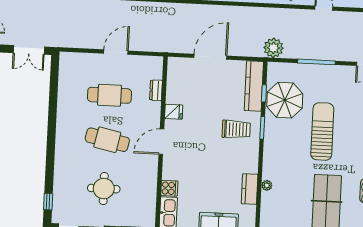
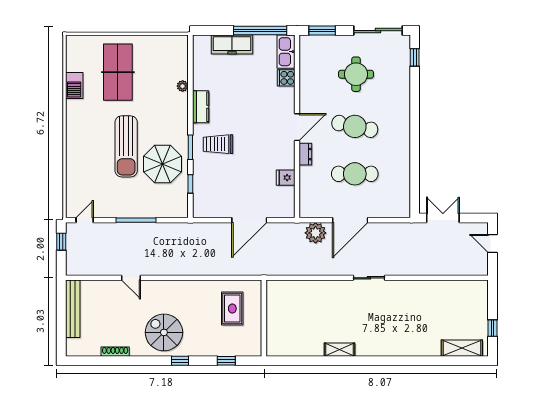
plant: (273, 48) -> (316, 233), moved
door: (116, 52) -> (350, 220), width x1.36
kitchen counter: (254, 86) -> (201, 191), removed
dresser: (156, 90) -> (305, 154), moved
parasol: (285, 100) -> (162, 164), moved
fridge: (174, 112) -> (286, 178), moved
kitchen counter: (250, 189) -> (201, 107), moved

